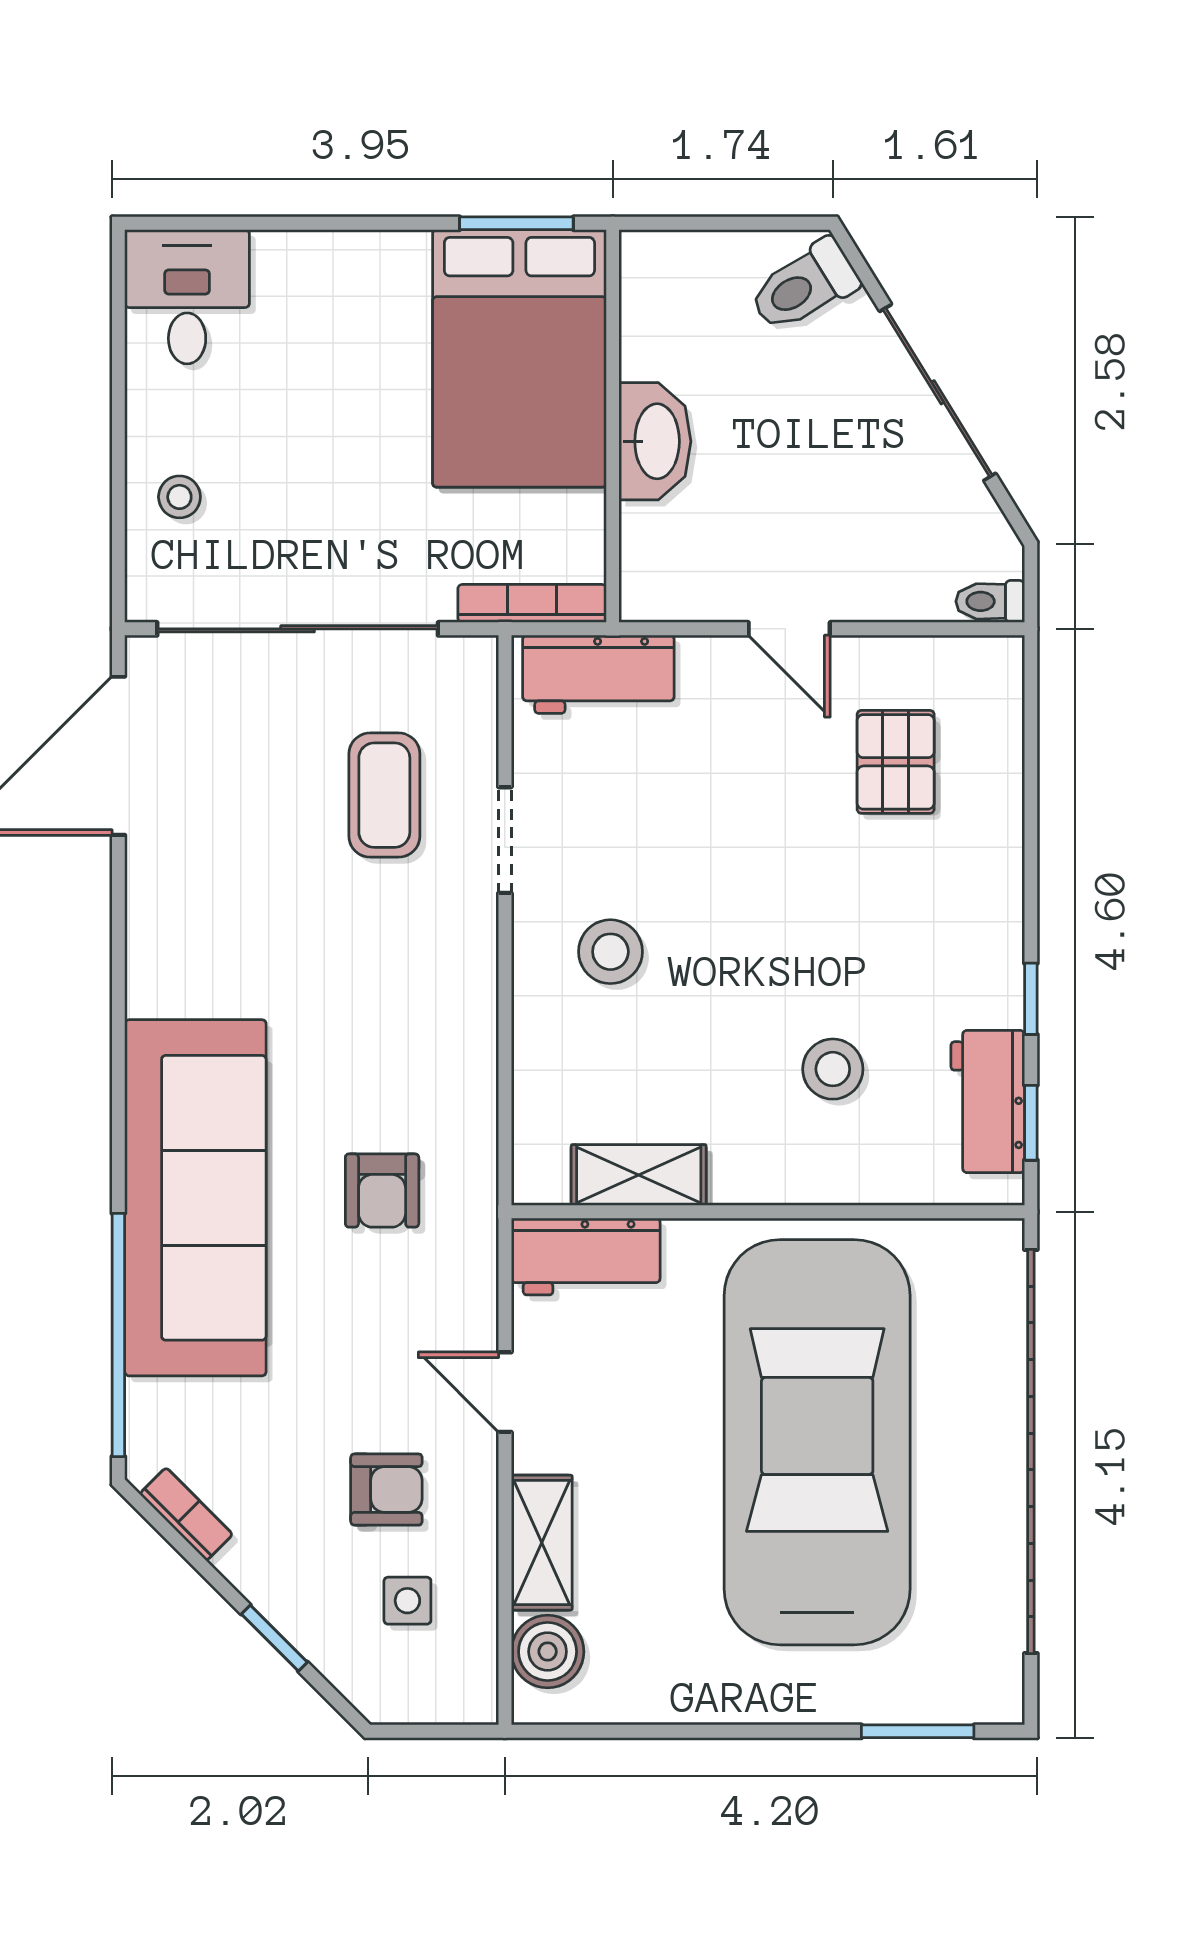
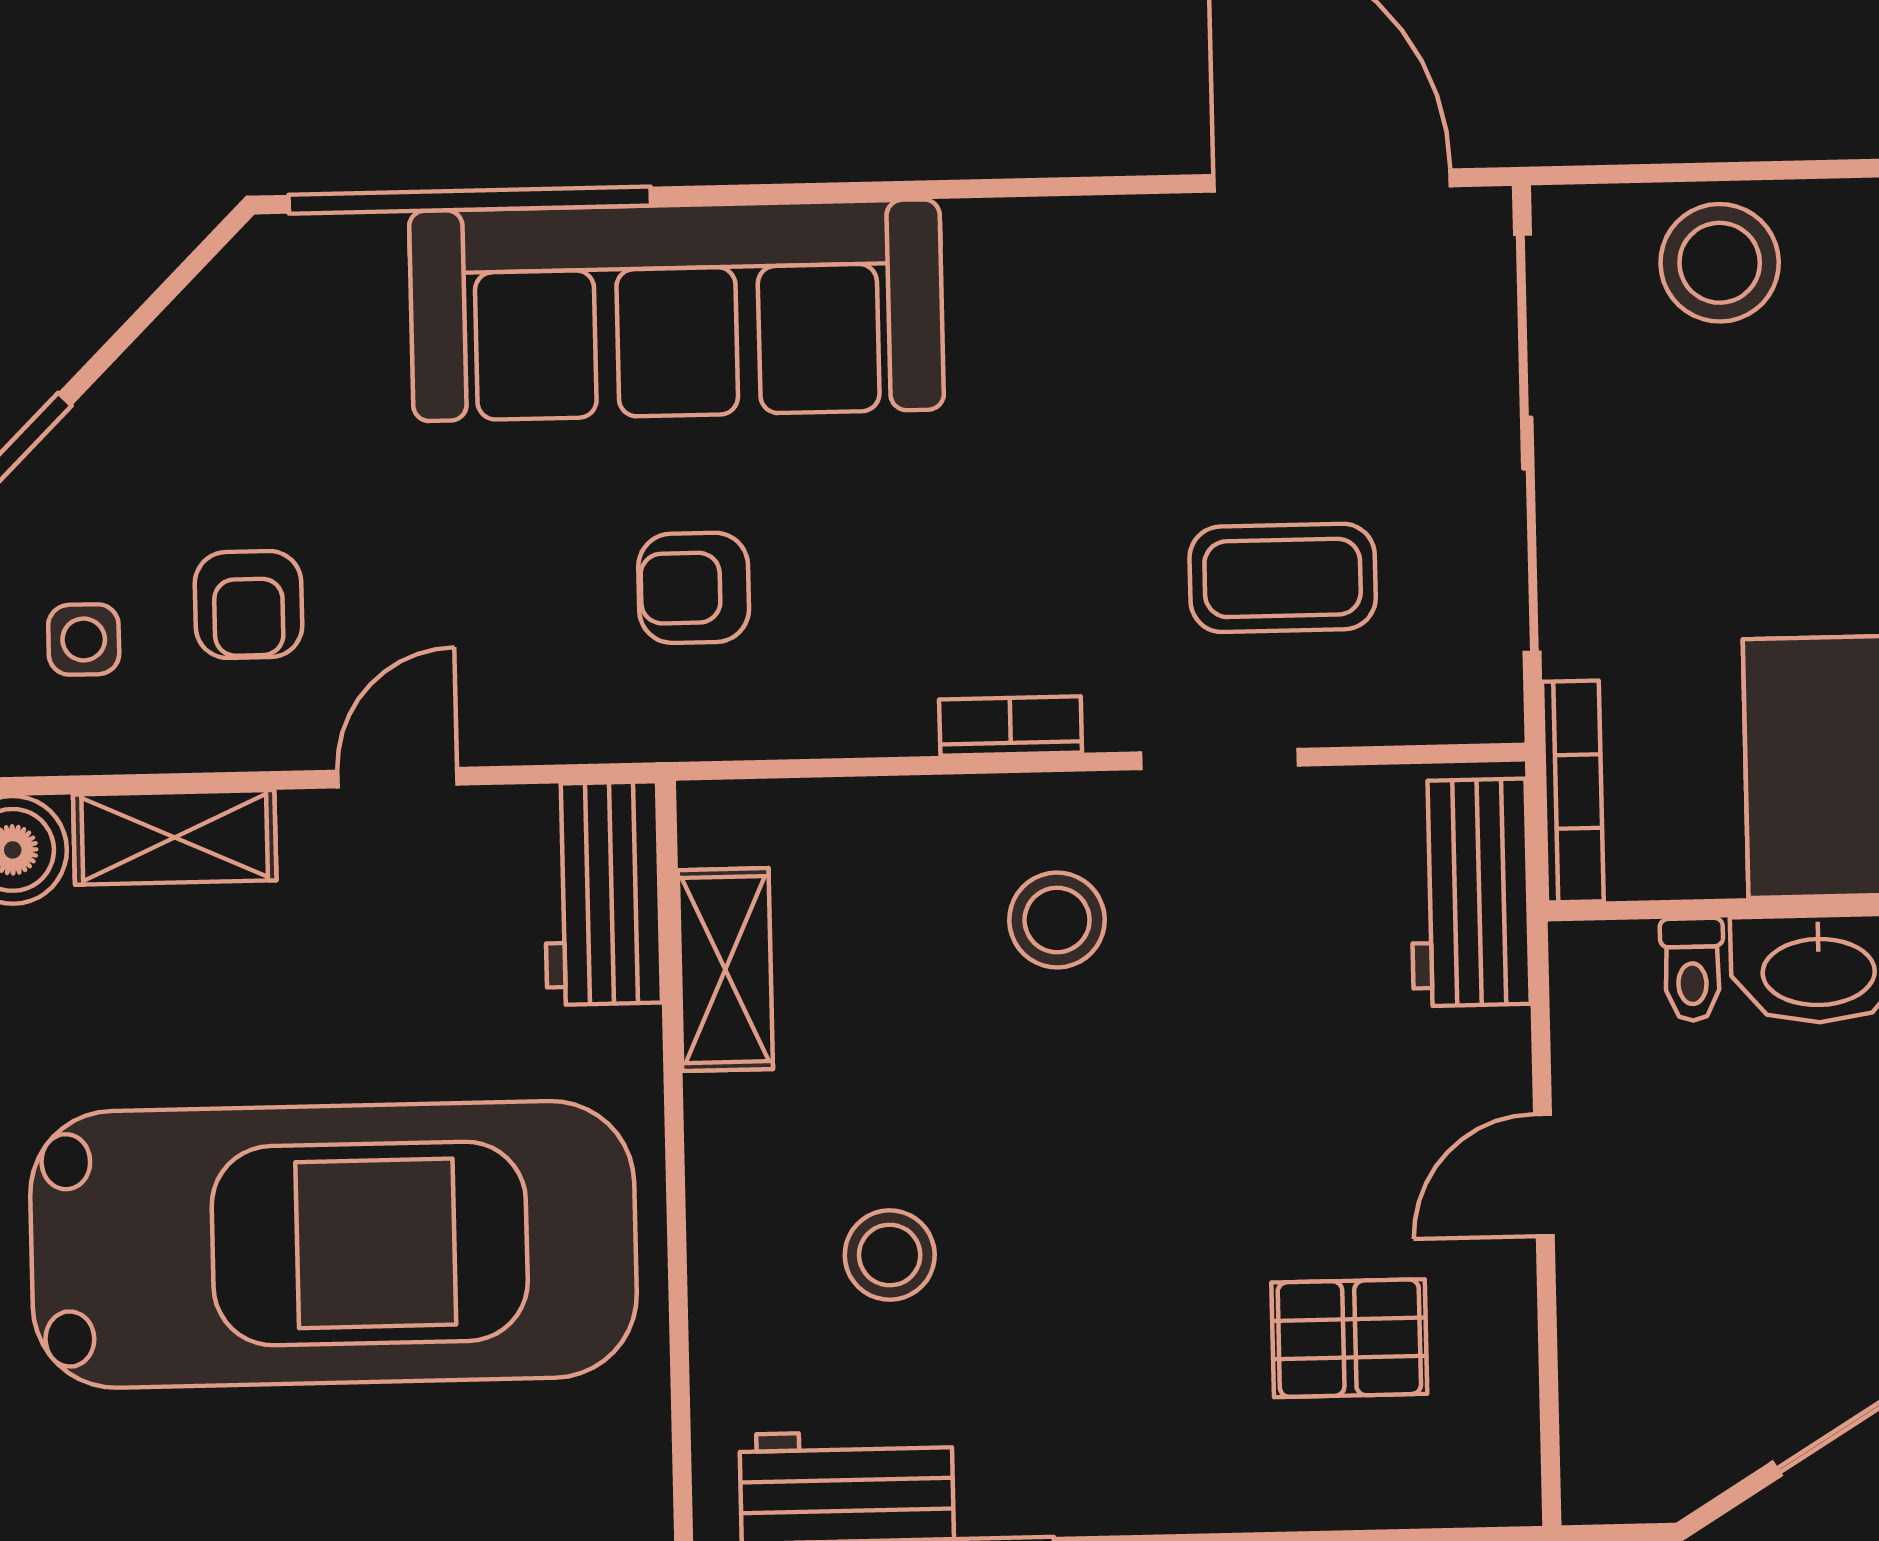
stool: (179, 497) -> (1720, 263), width x1.89, depth x1.89
toilet: (990, 601) -> (1692, 969), moved, turned 180
bookcase: (186, 1514) -> (1011, 726), moved, turned -135

